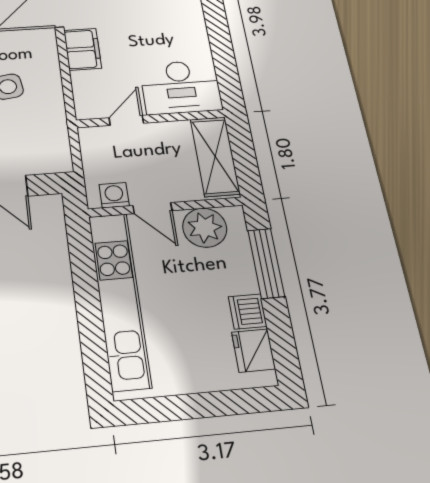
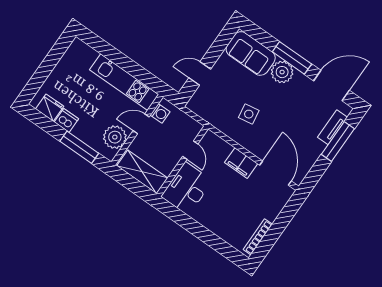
kitchen unit: (119, 300) -> (124, 82), width x0.73

